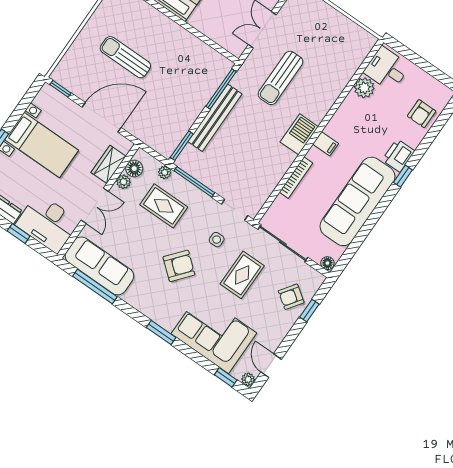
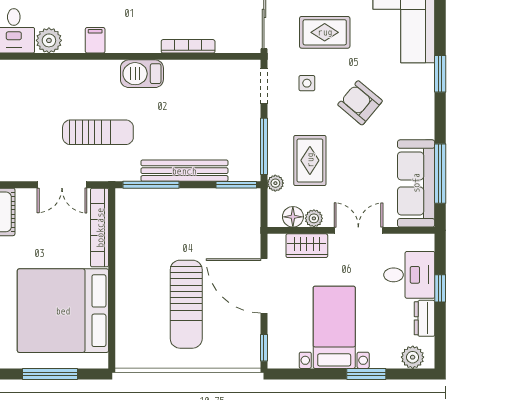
bookcase: (216, 35) -> (100, 228), added
sun lounger: (125, 57) -> (186, 304), width x1.36, depth x1.34
filing cabinet: (325, 144) -> (95, 40), moved
desk: (48, 223) -> (409, 275), width x0.73

